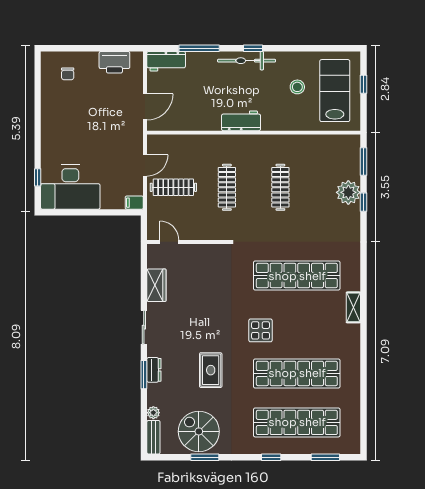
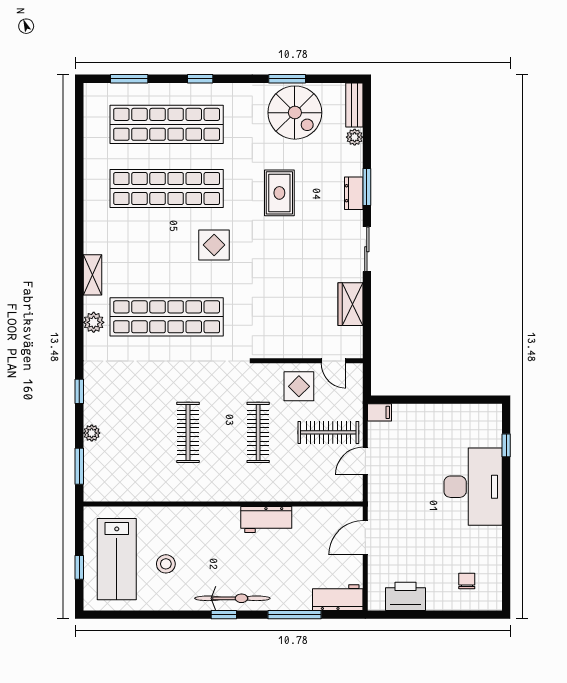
workbench: (241, 121) -> (266, 520), moved
desk: (70, 187) -> (473, 487), moved, turned 90
plant: (348, 192) -> (92, 433), width x0.53, depth x0.53
window: (363, 202) -> (79, 391), moved
display table: (196, 223) -> (299, 386), added
plant: (352, 271) -> (94, 322), added

